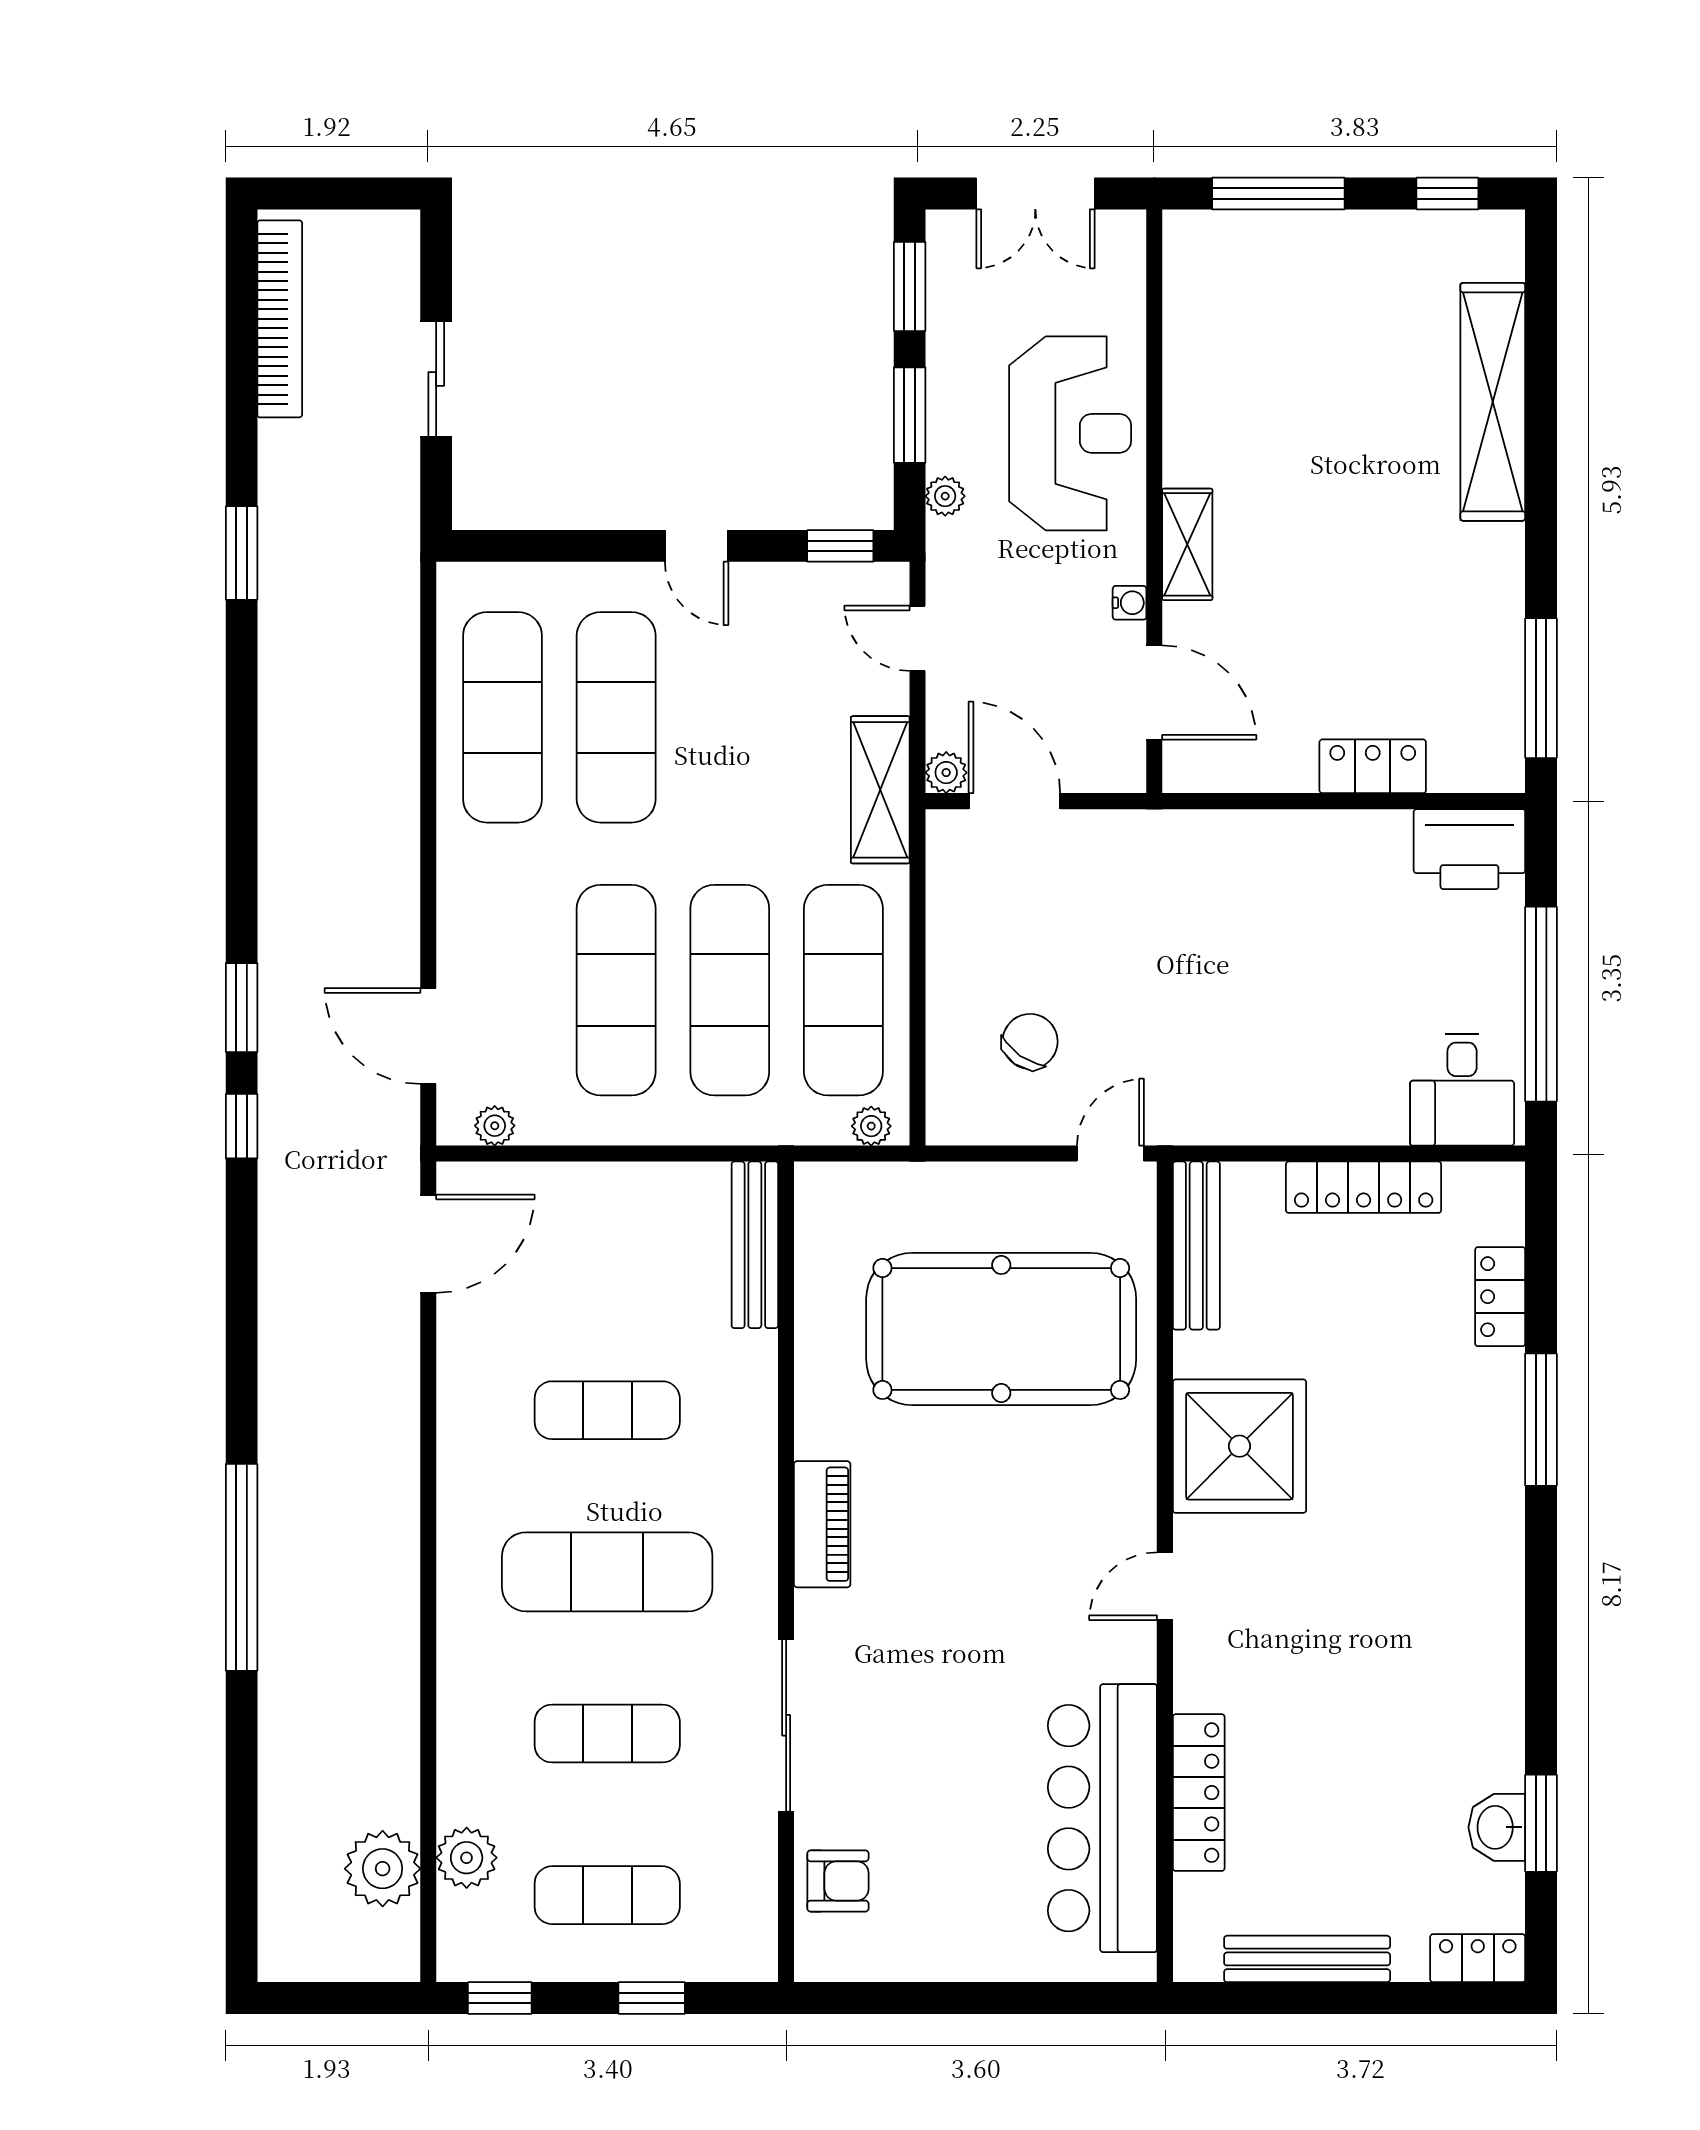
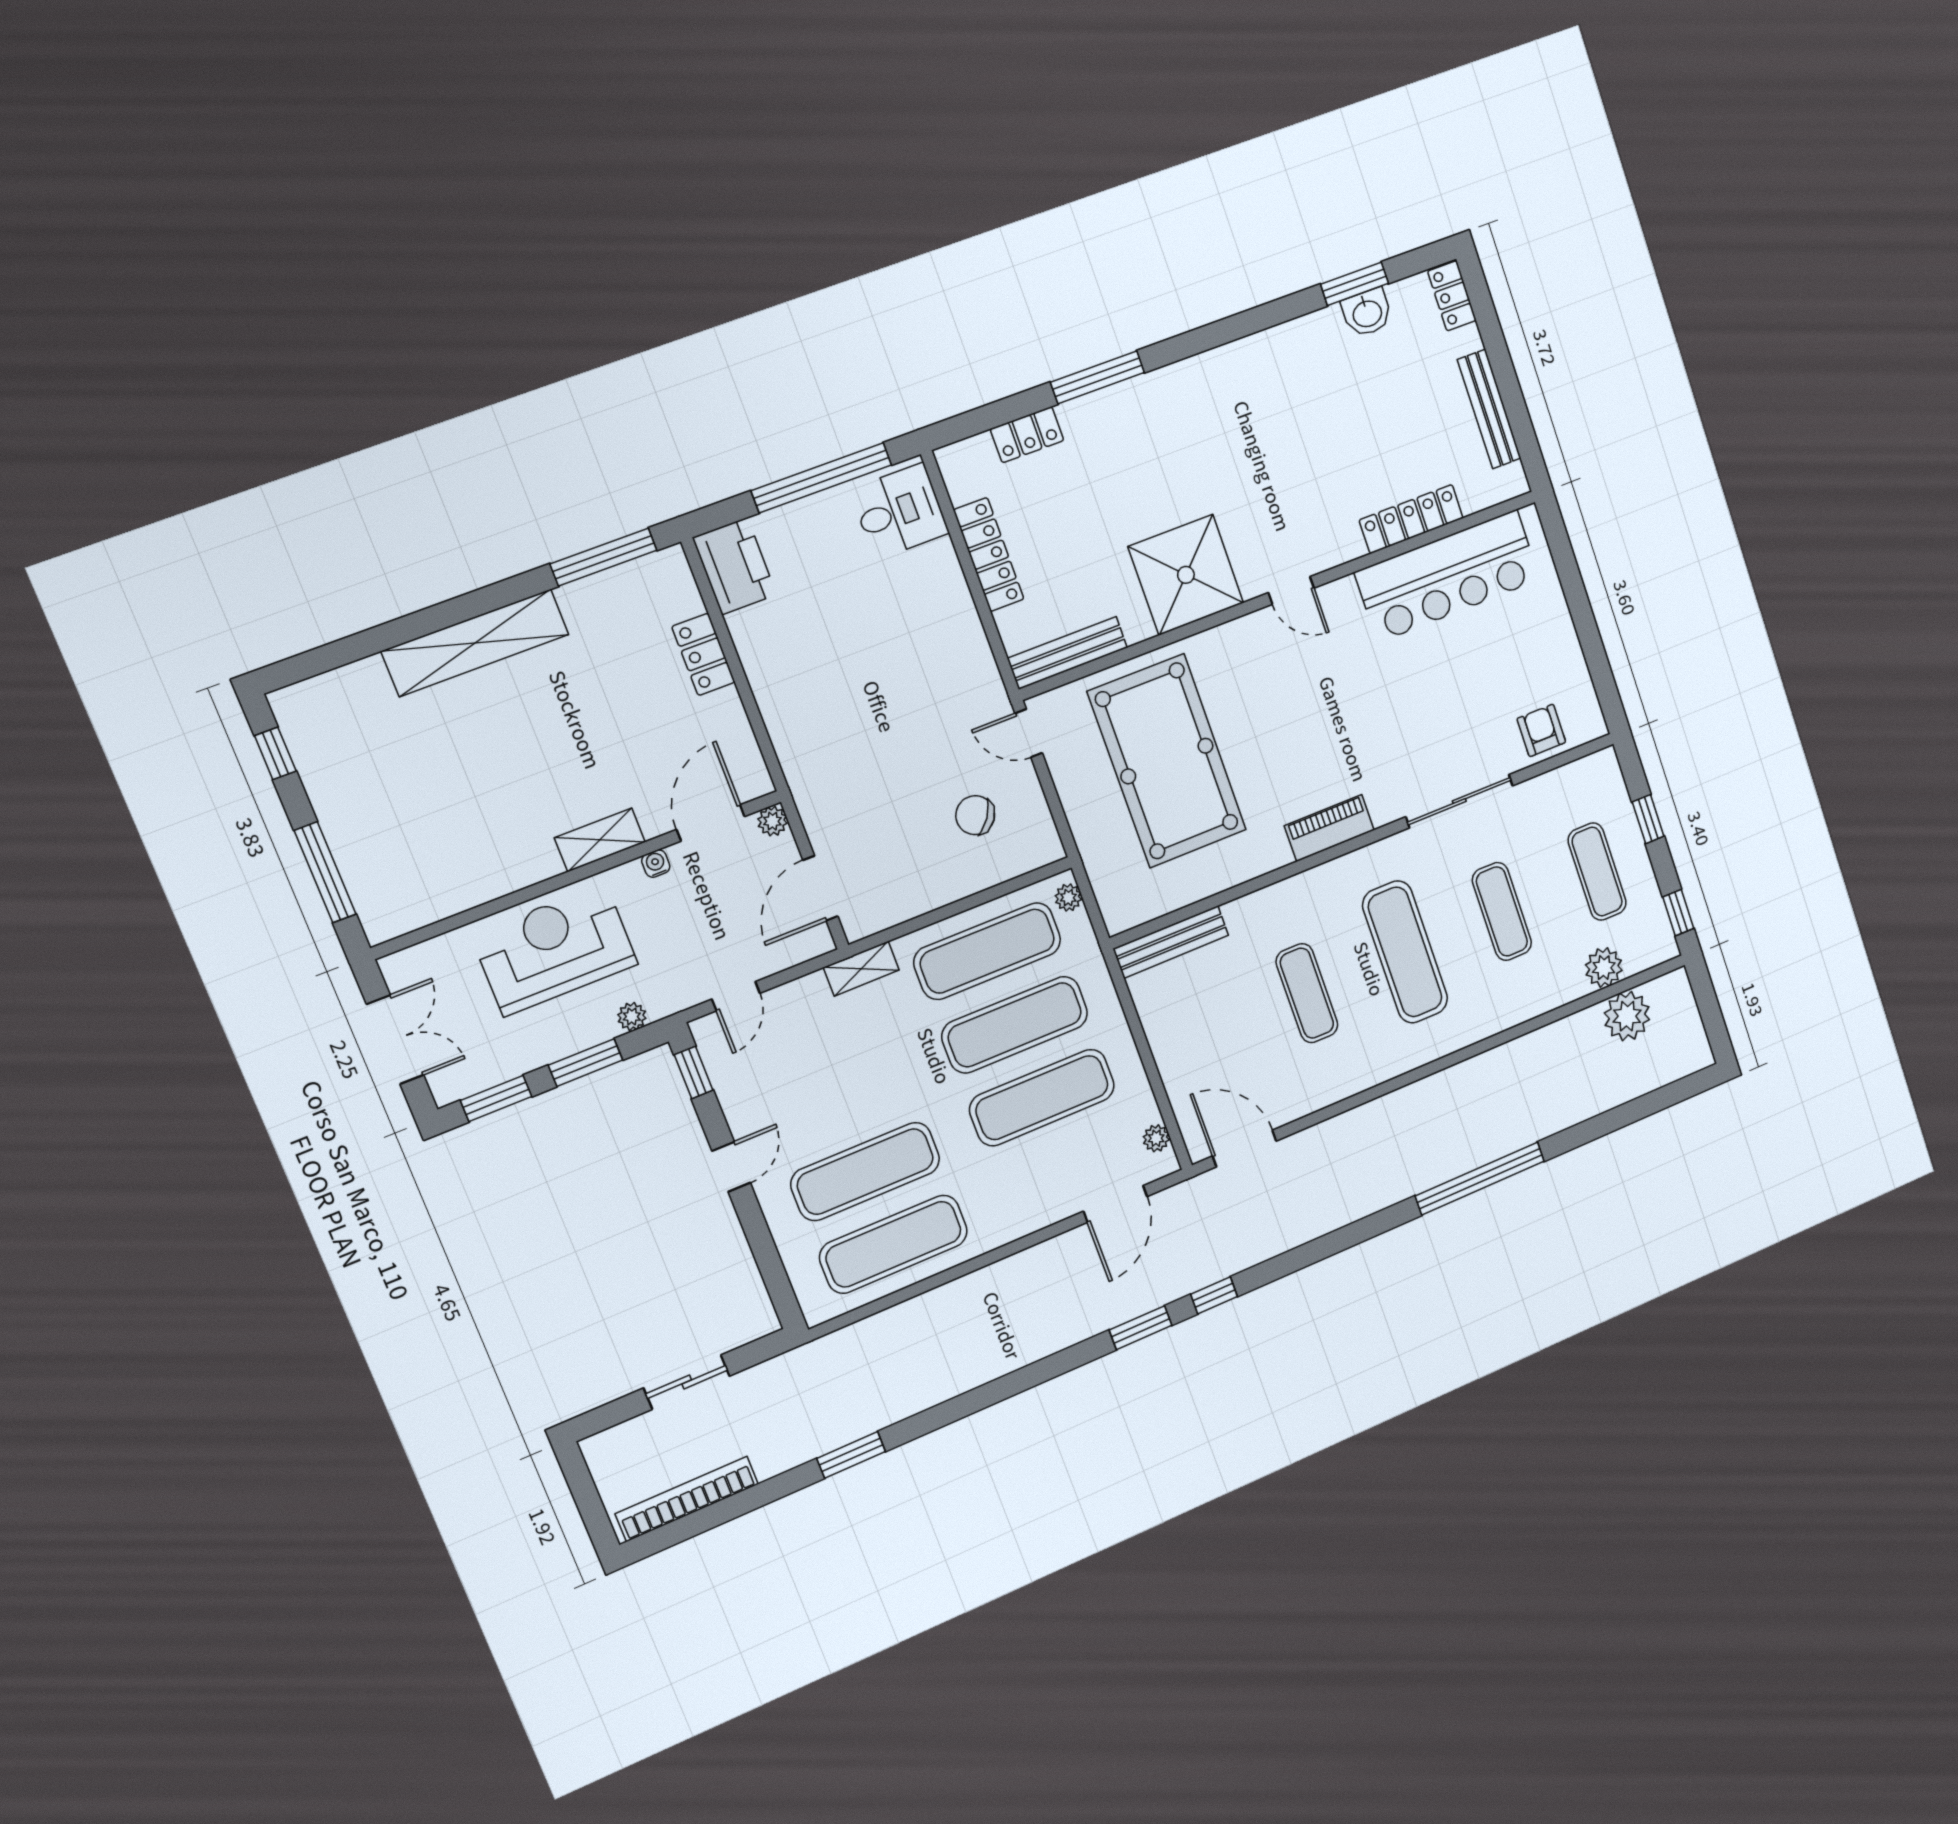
shelving: (1493, 402) -> (475, 643), moved
plant: (946, 773) -> (772, 821), moved
shelving: (880, 790) -> (861, 969), width x0.67, depth x0.75

